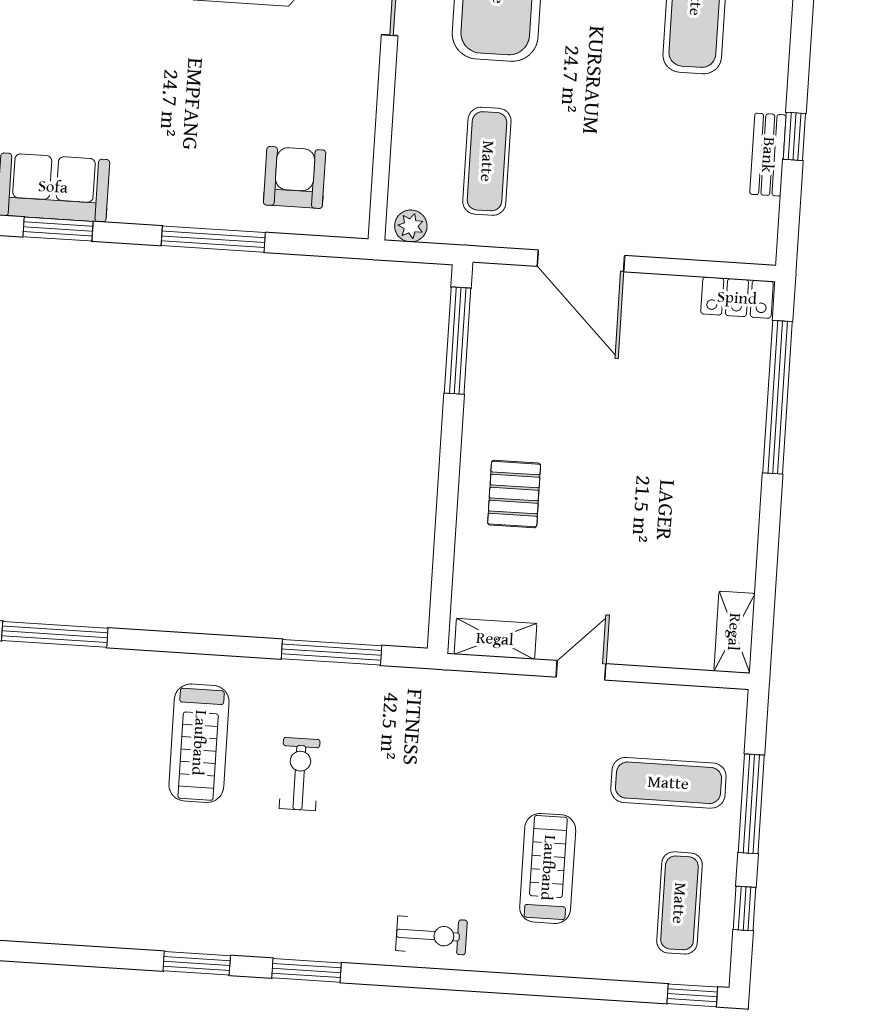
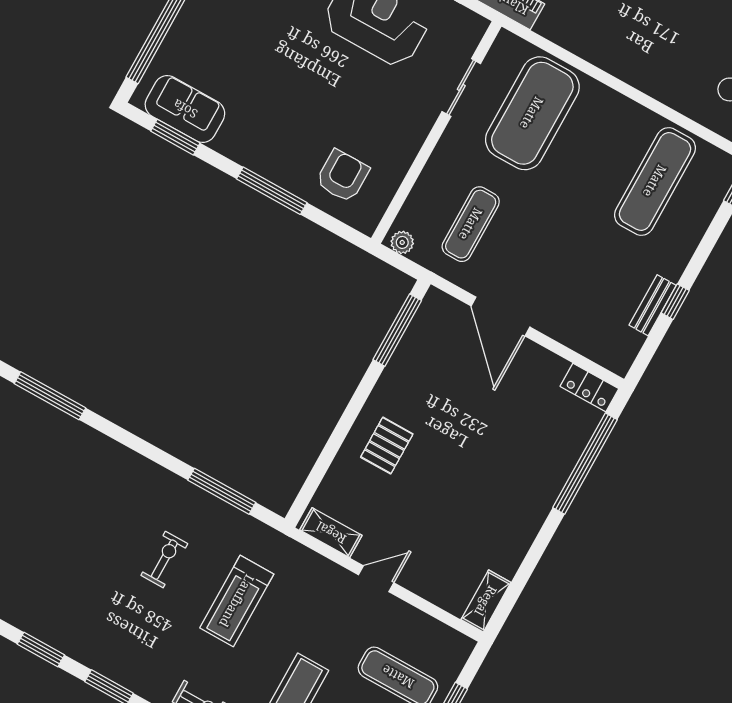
treadmill: (199, 743) -> (237, 601), moved

